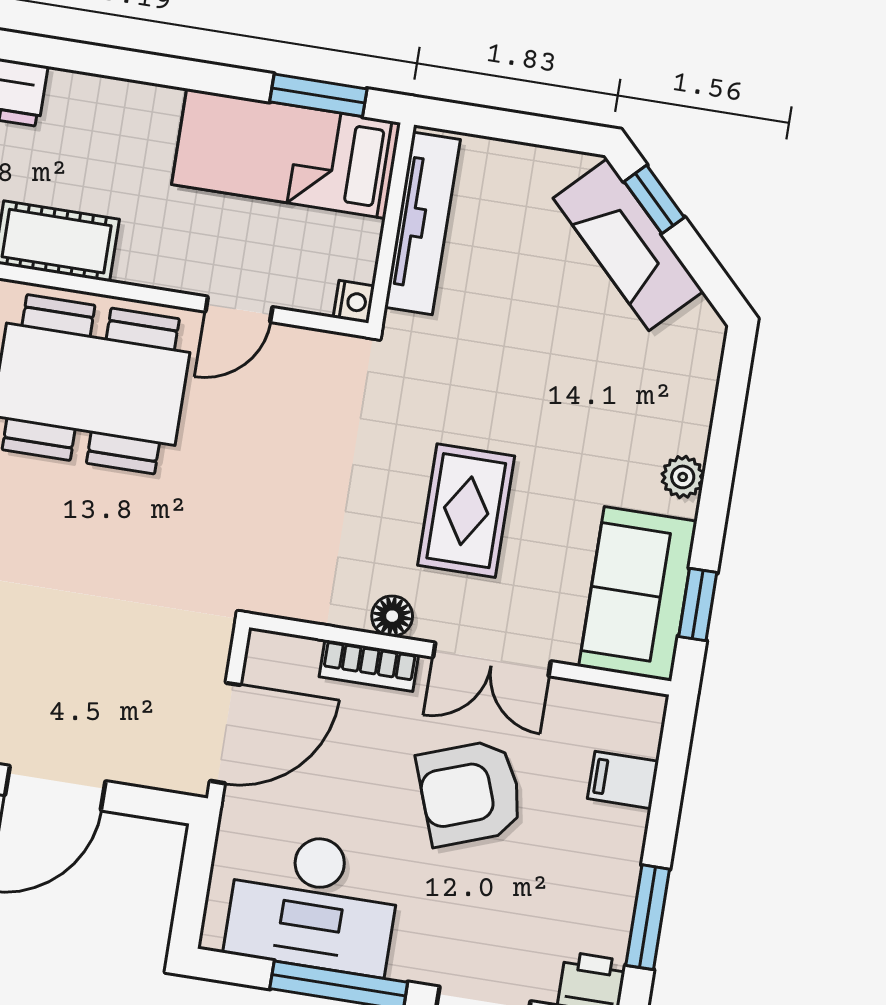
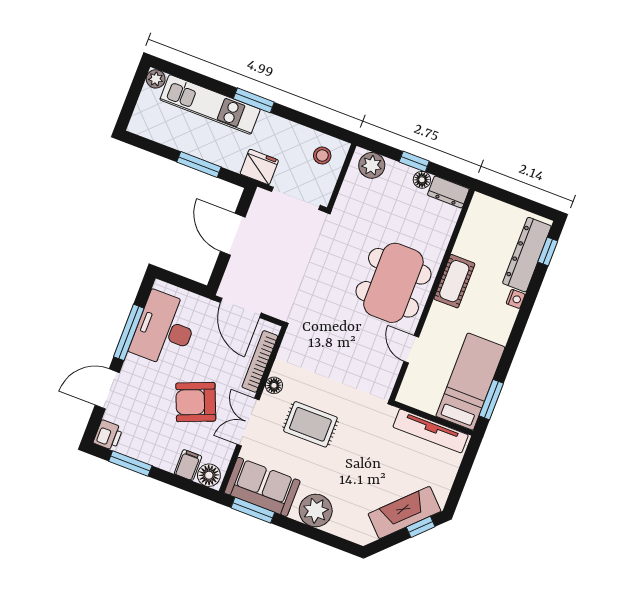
nightstand: (354, 302) -> (516, 299), moved, turned -90
plant: (683, 477) -> (316, 511), width x1.88, depth x1.88
window: (698, 605) -> (253, 510), width x1.50
bookcase: (369, 666) -> (260, 361), width x1.56
floor lamp: (637, 725) -> (209, 475), added
armchair: (470, 793) -> (196, 402), turned -92

